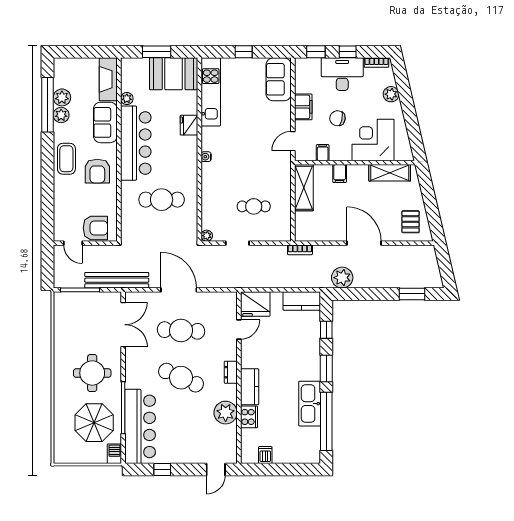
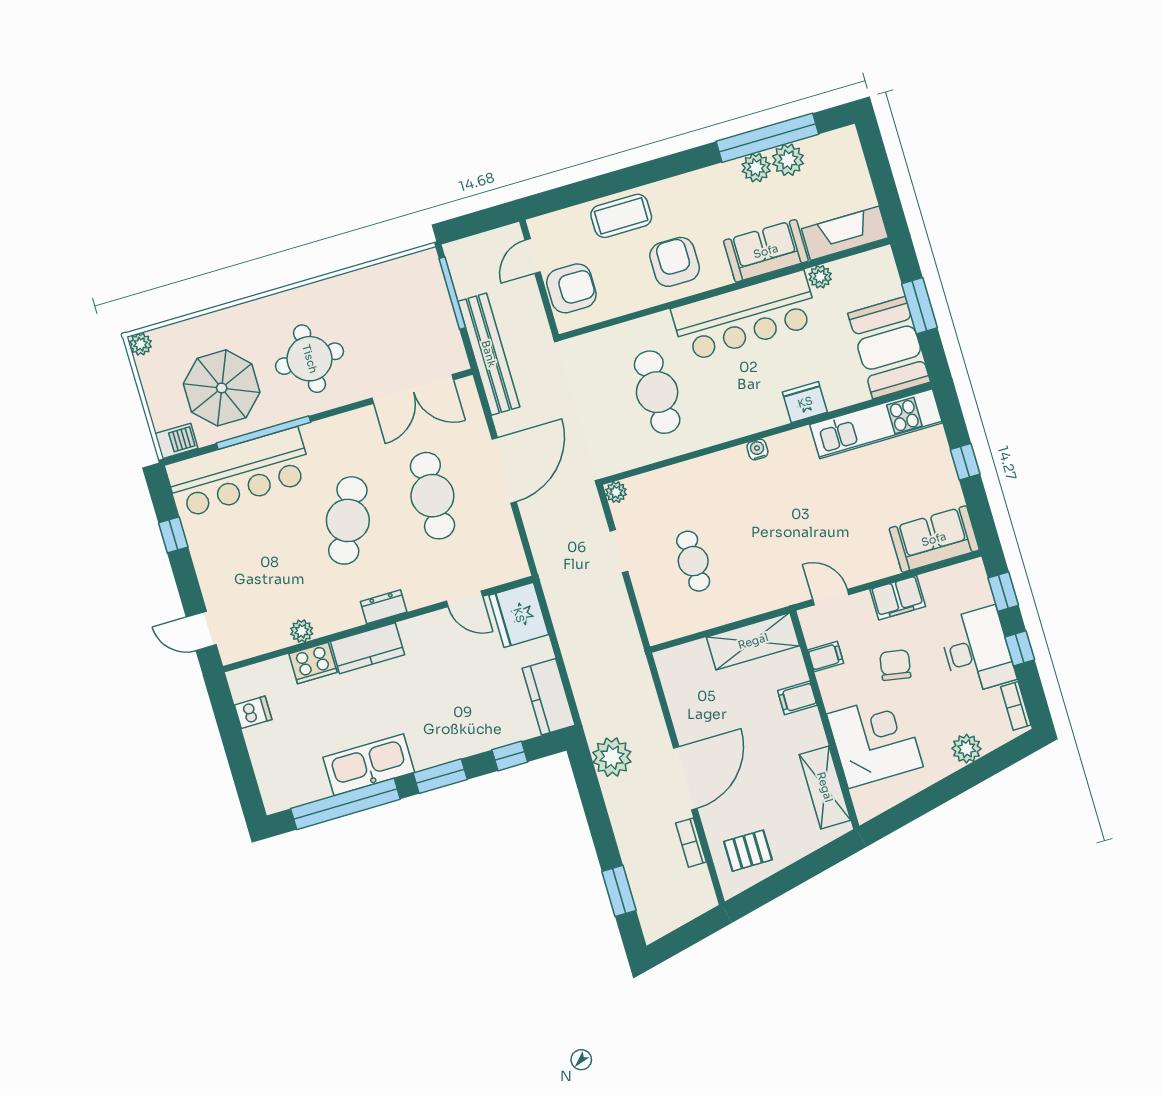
coffee table: (66, 159) -> (621, 216), moved
armchair: (97, 171) -> (675, 262), turned 90
armchair: (95, 228) -> (571, 288), turned -90
bookcase: (300, 250) -> (691, 843), moved
plant: (226, 413) -> (302, 631), width x0.53, depth x0.53
plant: (59, 458) -> (141, 344), added

